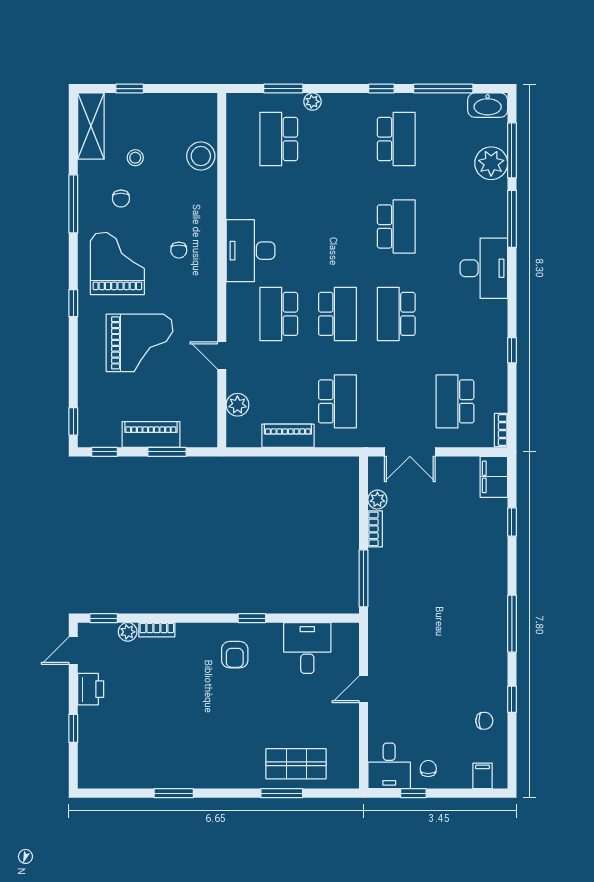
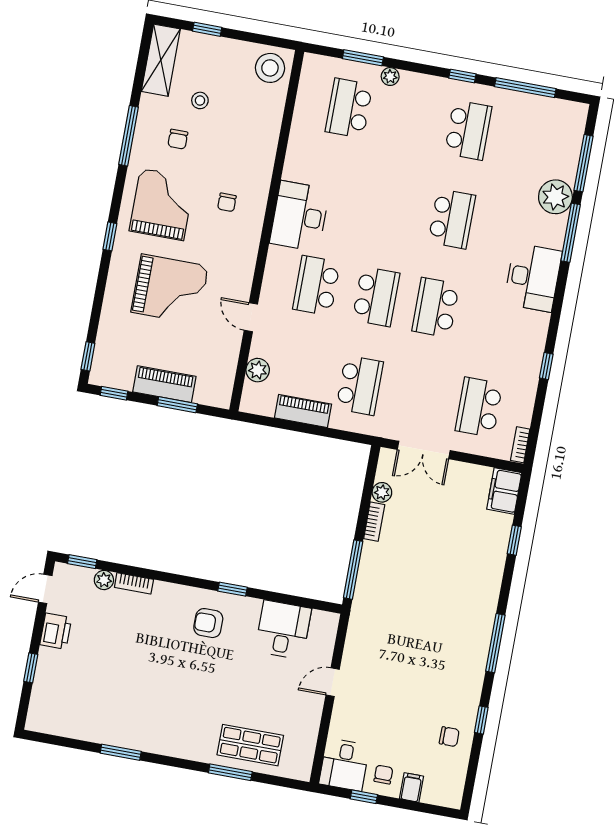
washbasin: (488, 105) -> (567, 113), removed
stool: (201, 156) -> (270, 68), moved
plant: (491, 163) -> (555, 197), moved
armchair: (235, 655) -> (208, 623), turned 90
filing cabinet: (483, 776) -> (411, 787), moved

